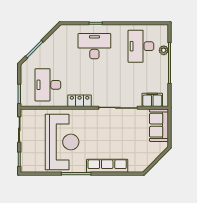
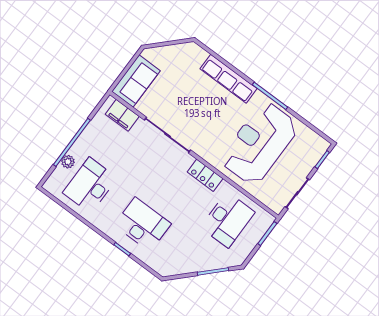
desk: (94, 46) -> (143, 224), turned 180
desk: (141, 46) -> (90, 185), turned 180

